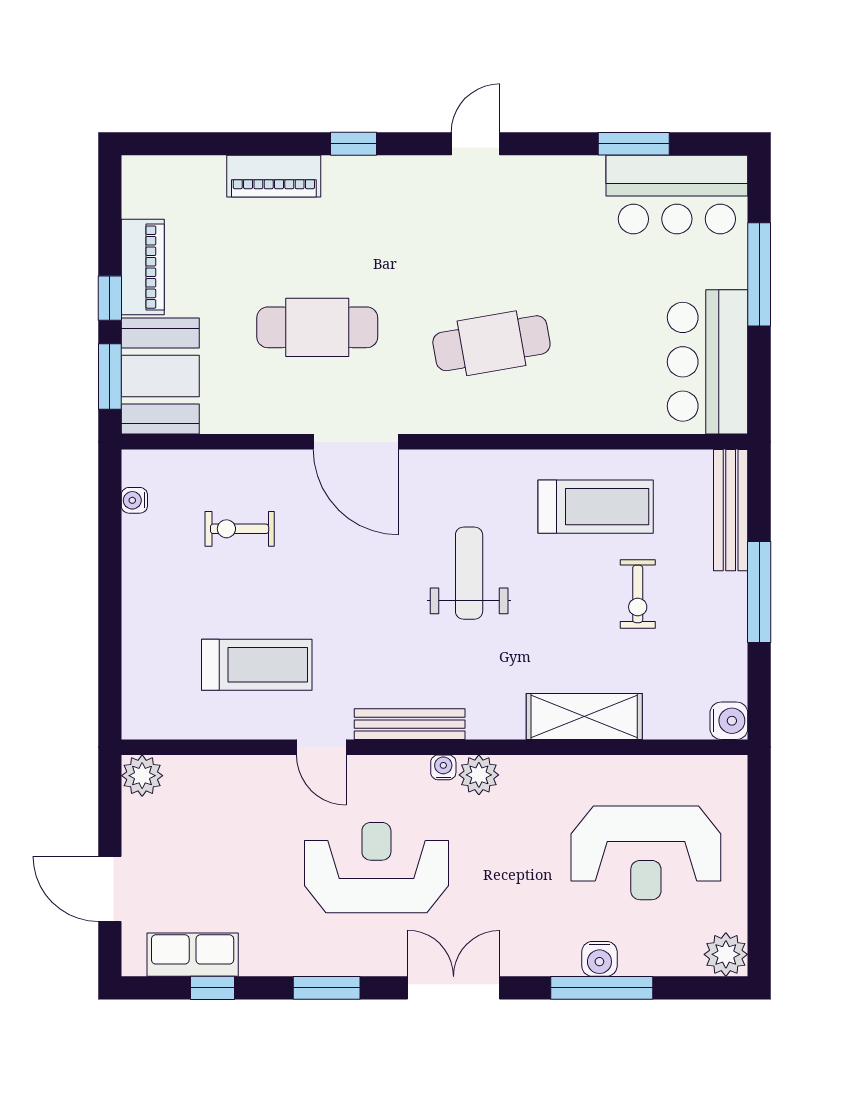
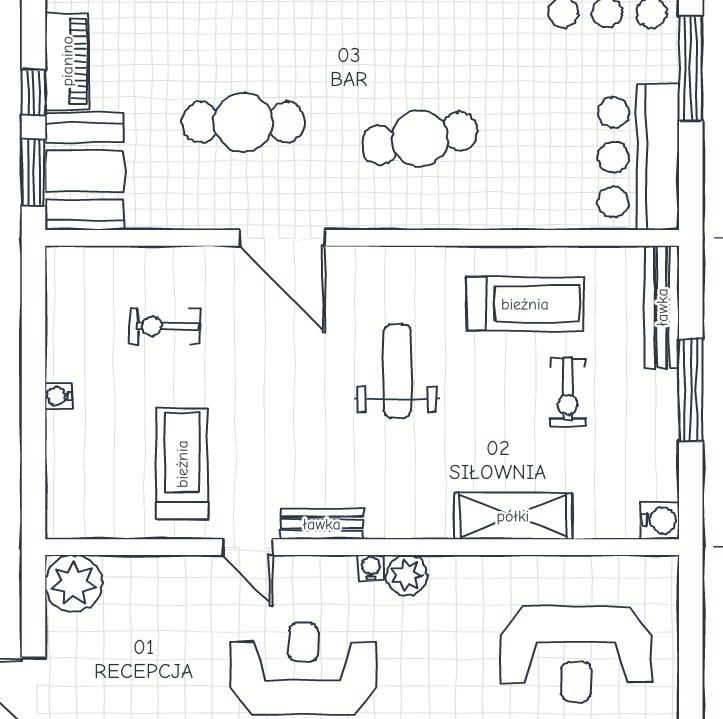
water cooler: (134, 500) -> (58, 396), moved
treadmill: (257, 665) -> (182, 464), turned -90
bench: (410, 724) -> (322, 524), width x0.73
plant: (142, 776) -> (74, 584), width x1.36, depth x1.36

